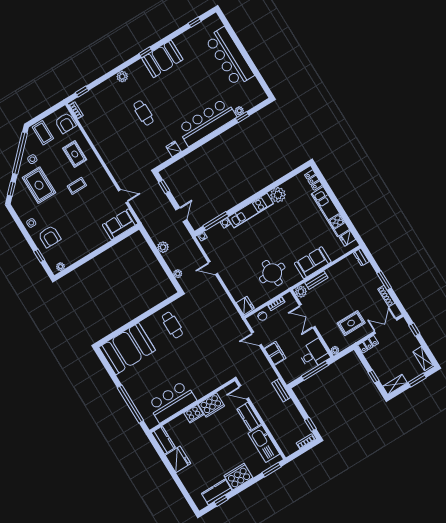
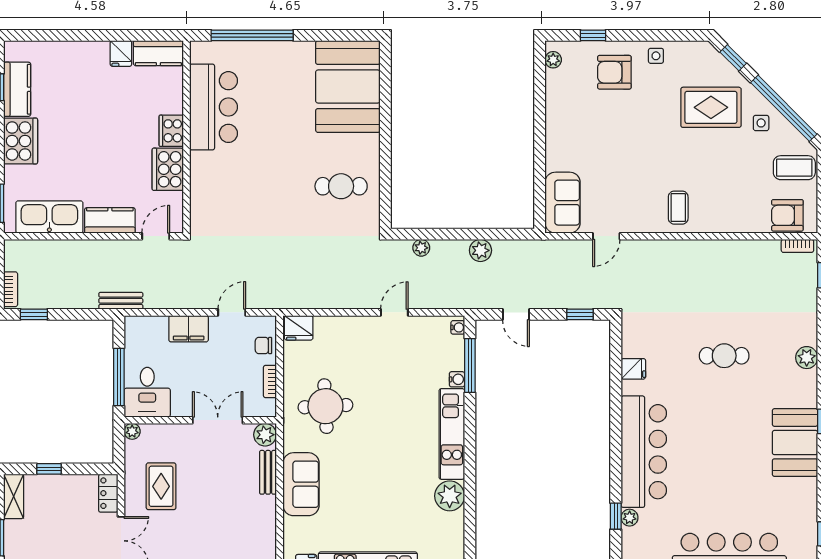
rug: (75, 154) -> (726, 199), removed
coffee table: (77, 186) -> (678, 208), moved
fridge: (178, 459) -> (121, 53), width x0.53, depth x0.75

